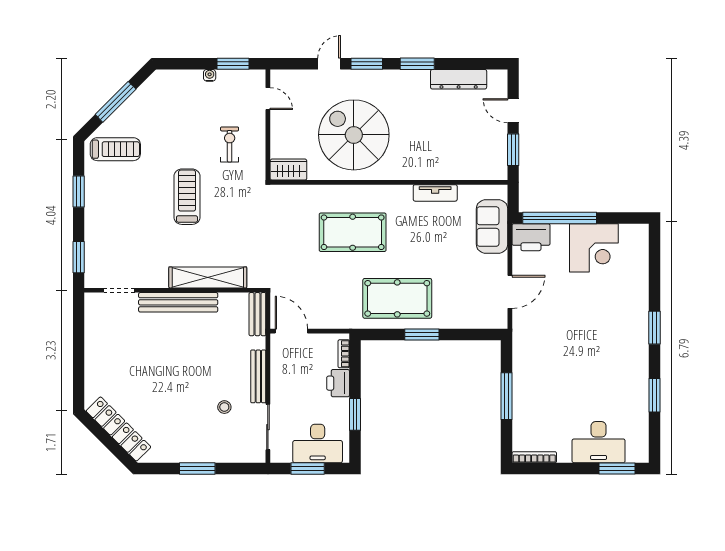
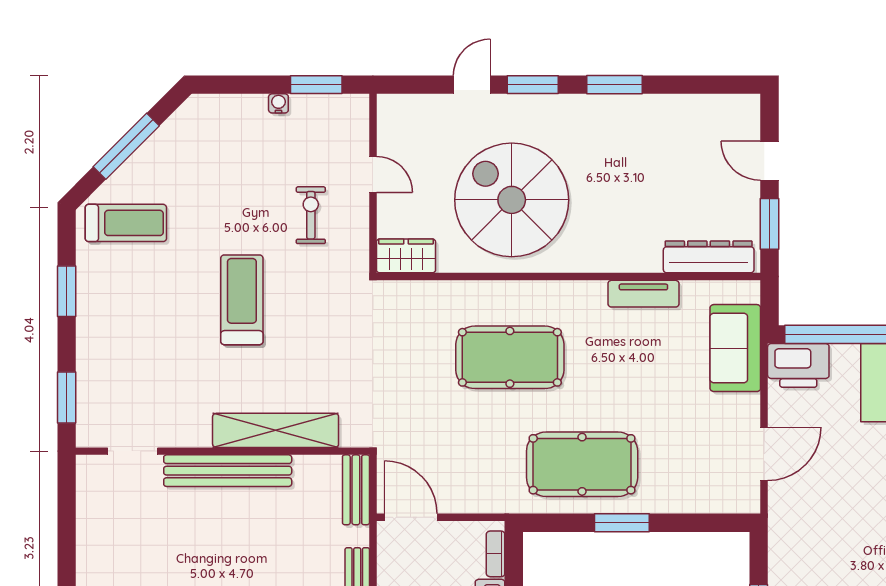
dresser: (459, 79) -> (709, 257), moved, turned 180
door: (268, 99) -> (373, 174), moved

